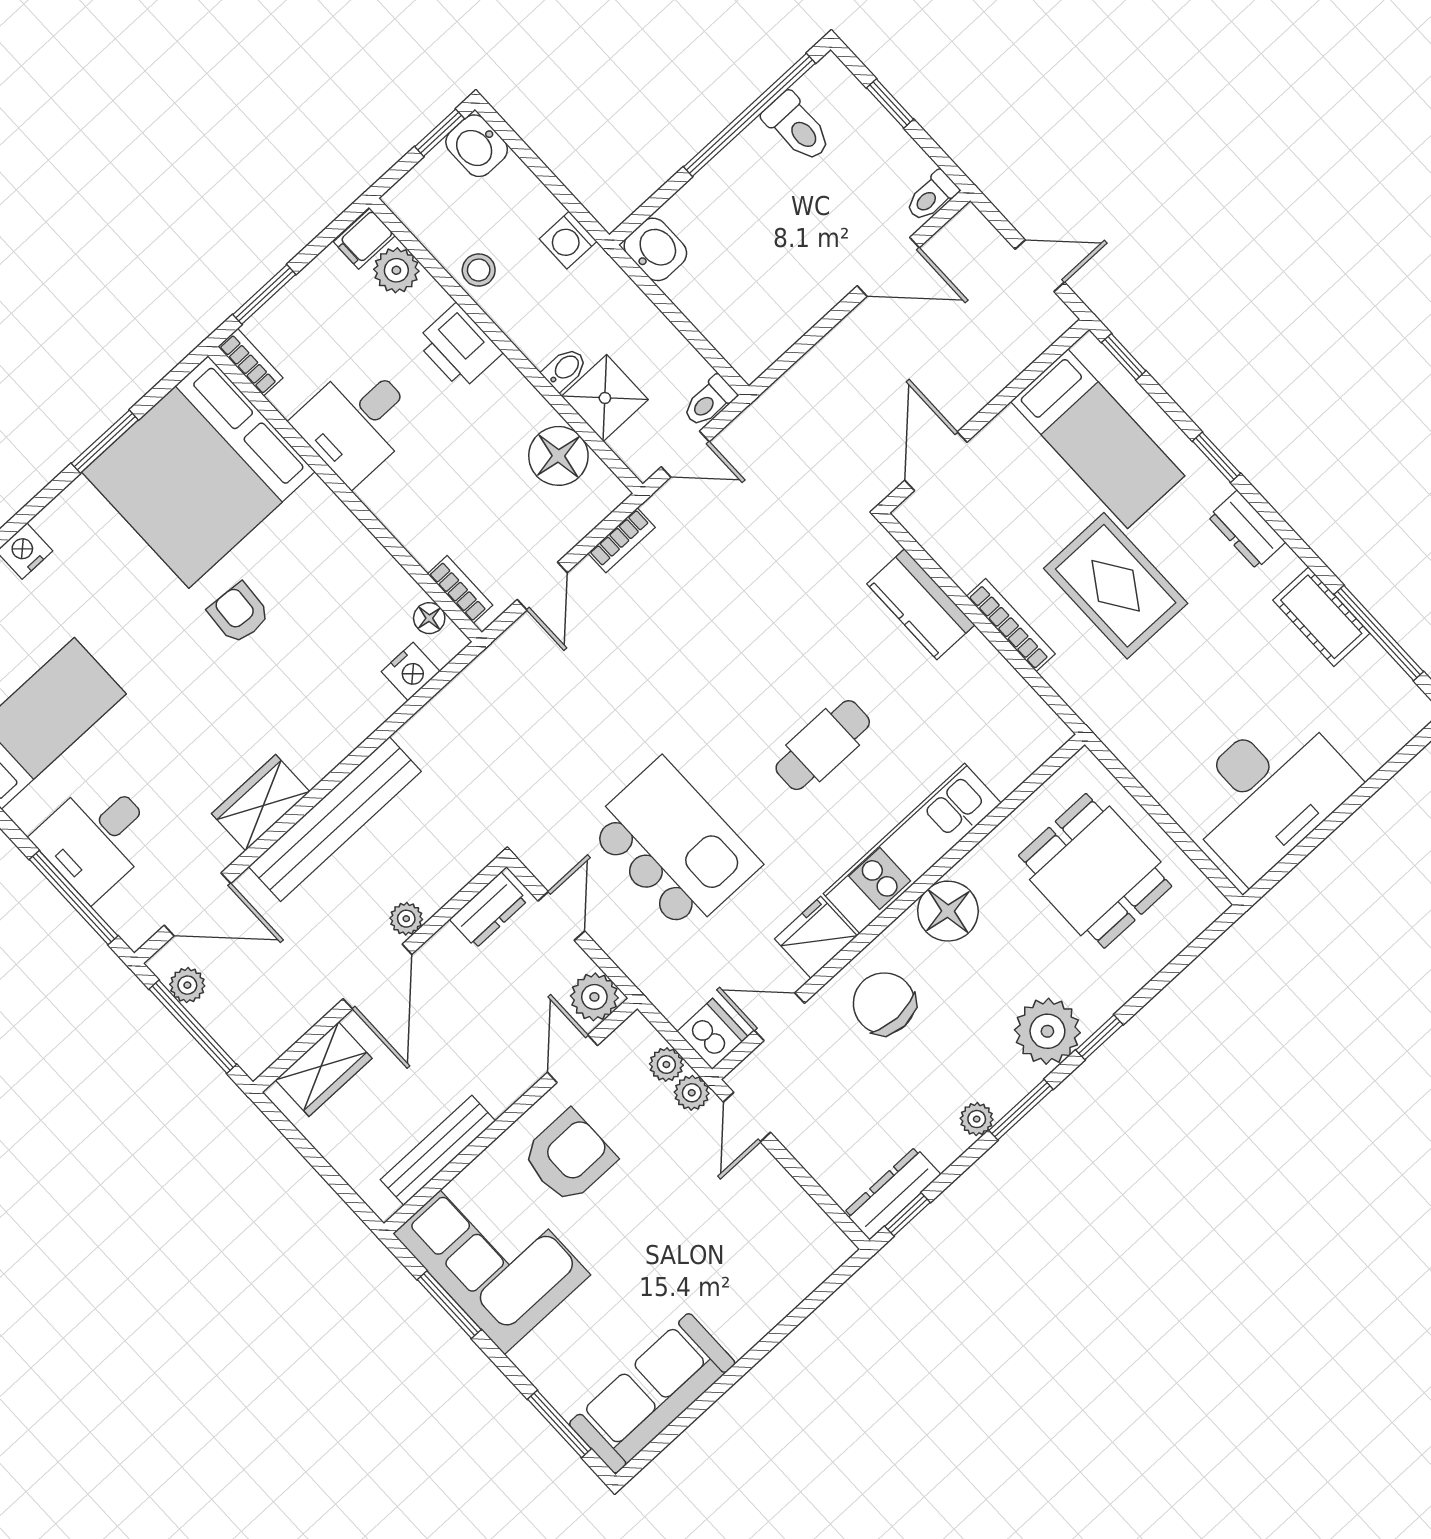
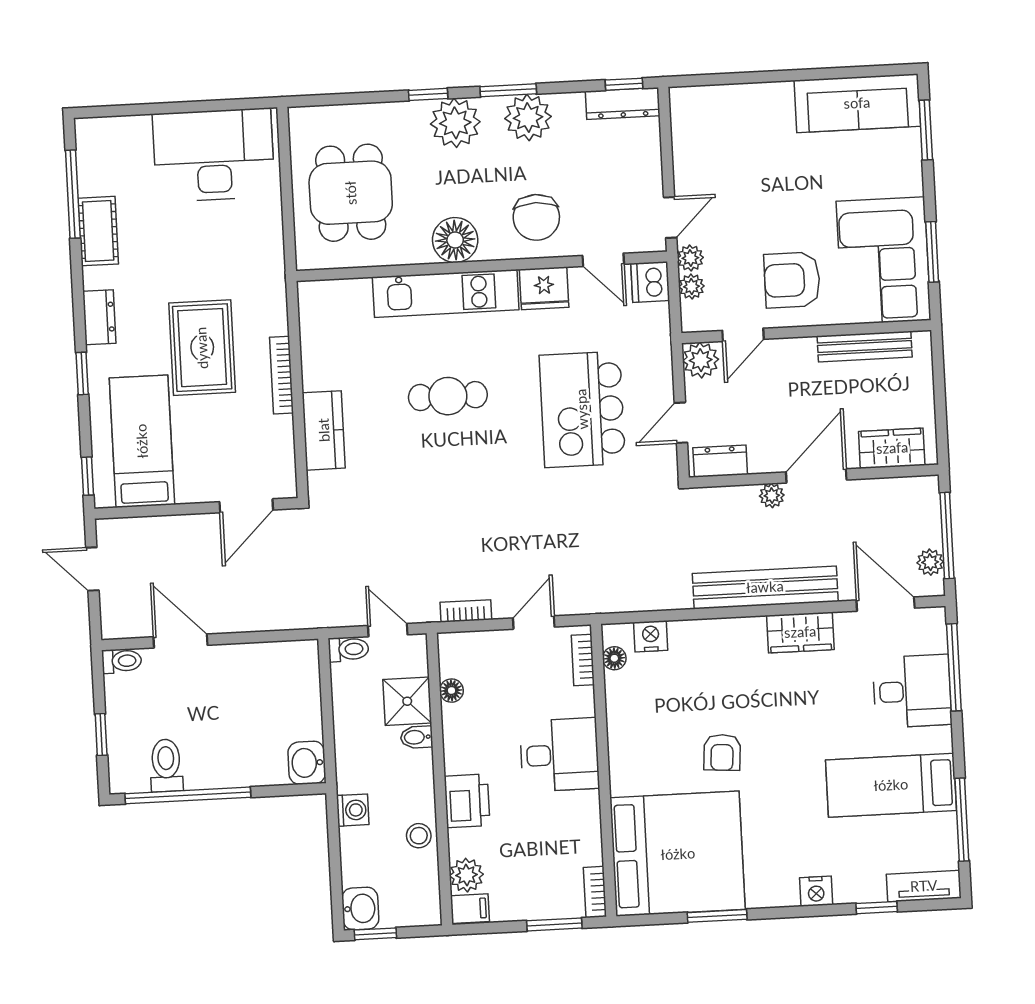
desk: (357, 422) -> (559, 755), moved
floor lamp: (558, 456) -> (451, 691), width x0.53, depth x0.53
plant: (977, 1119) -> (528, 118), width x1.88, depth x1.88

